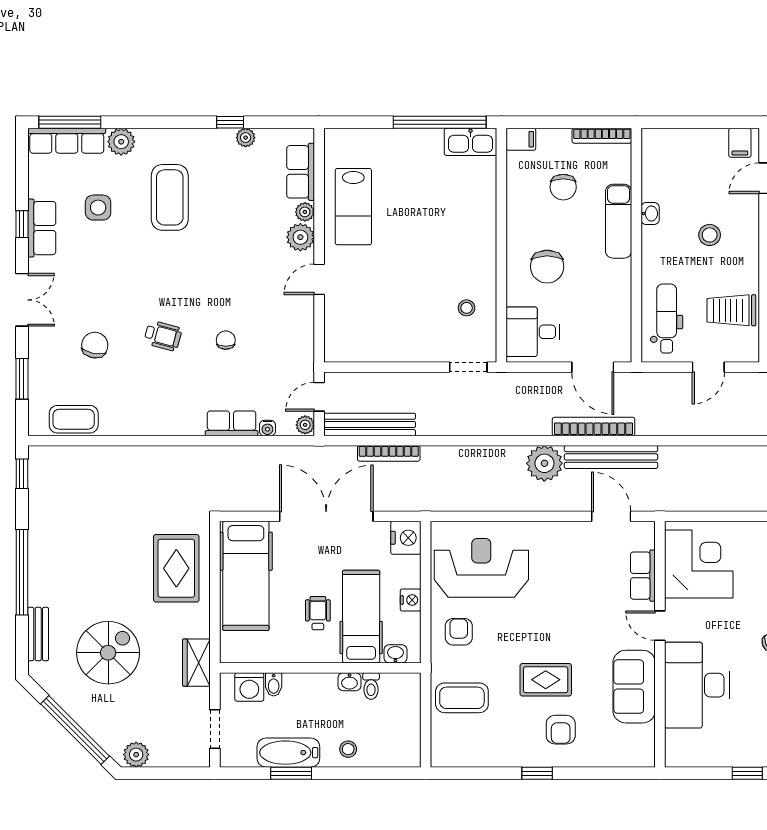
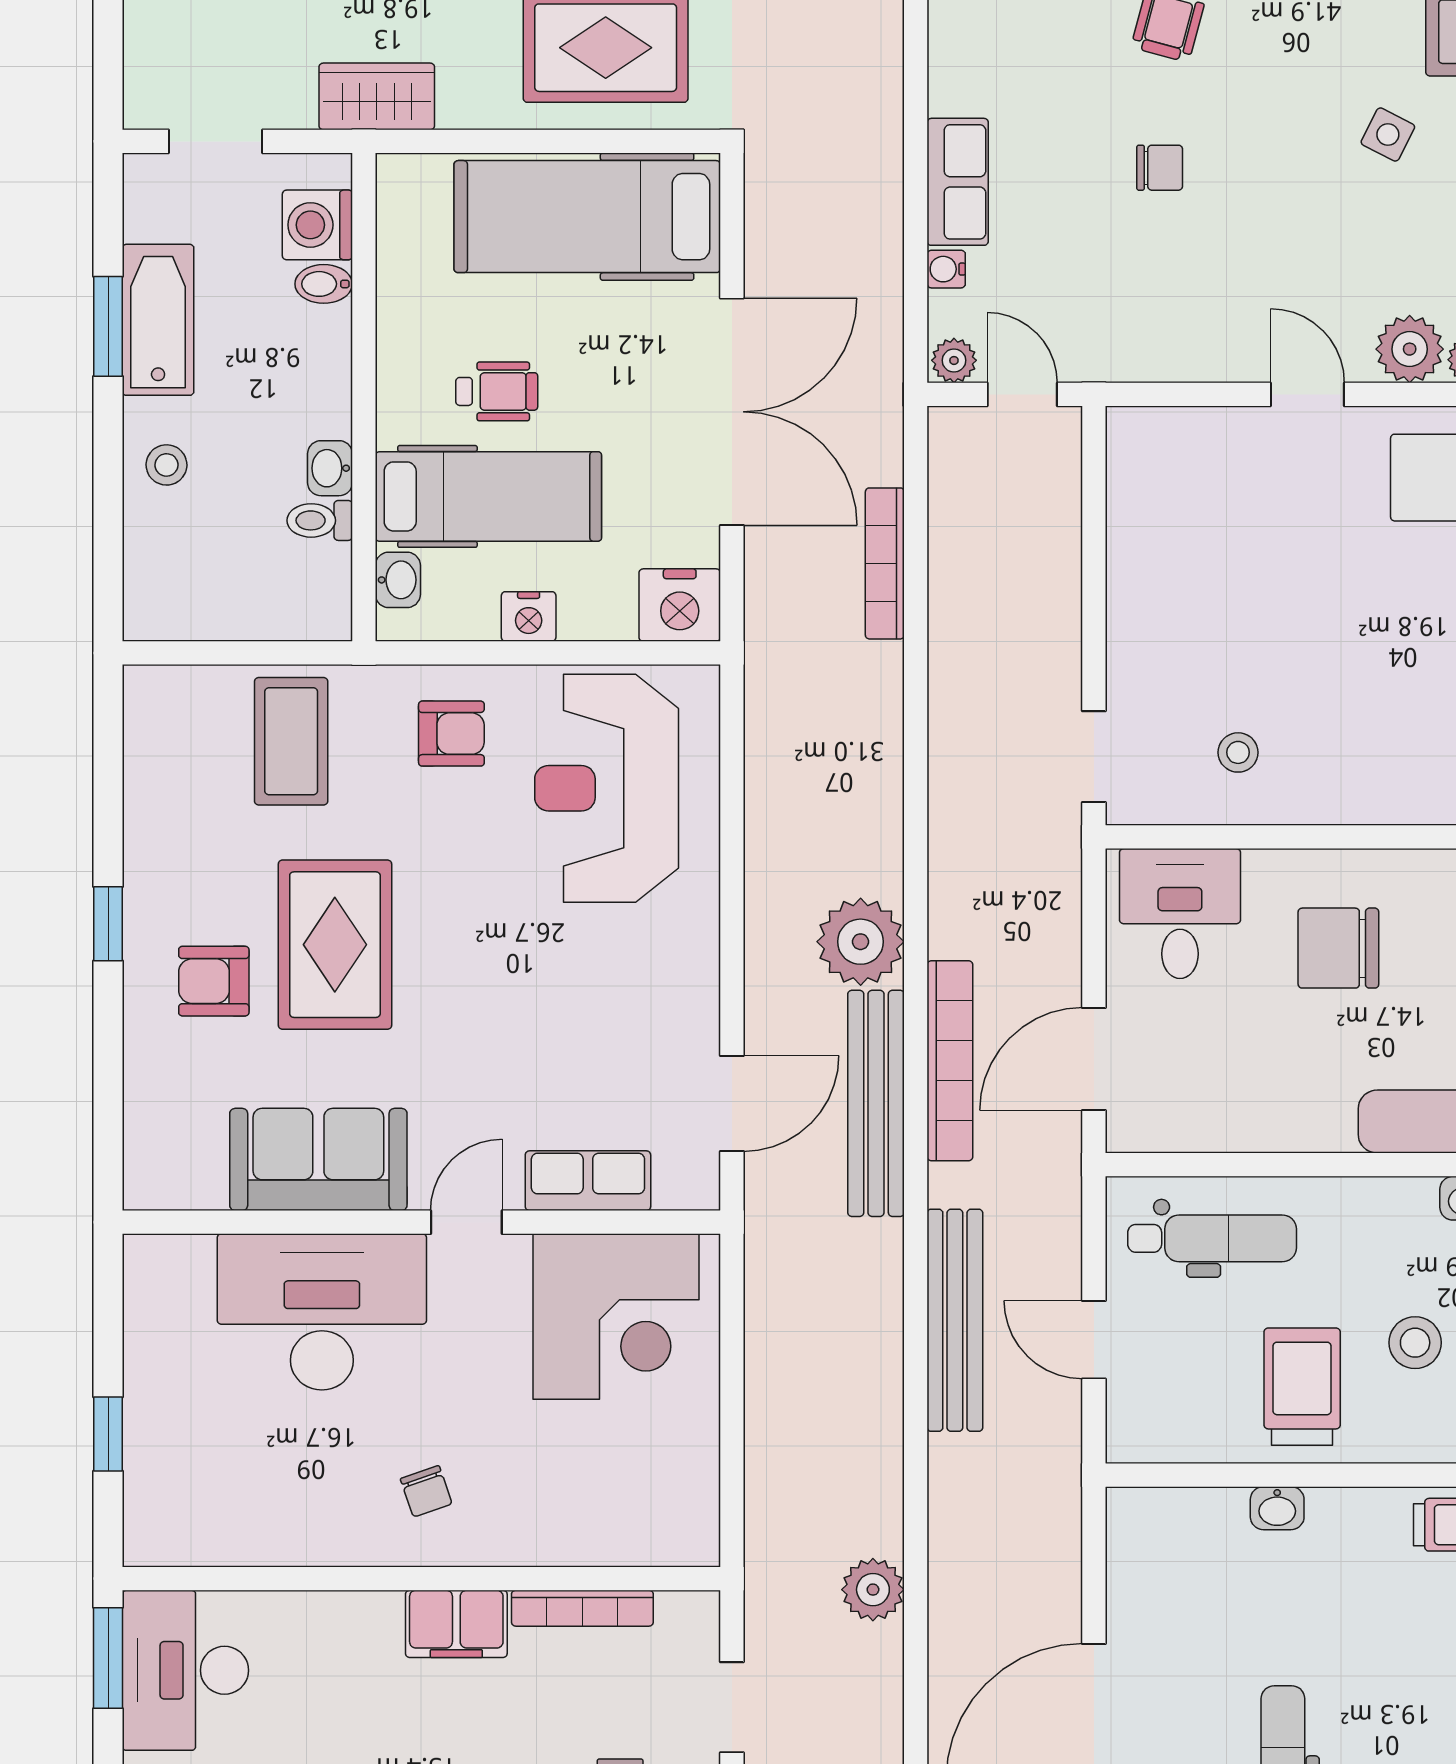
side table: (212, 246) -> (1388, 135), added
trolley: (731, 310) -> (1302, 1387), moved
bench: (370, 424) -> (955, 1320), moved
reception desk: (481, 568) -> (607, 788), turned 180
rug: (546, 680) -> (335, 945), width x1.36, depth x1.43

